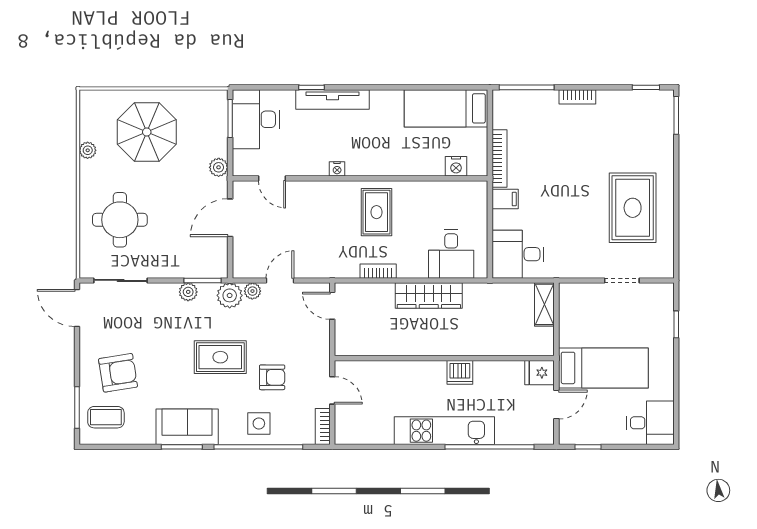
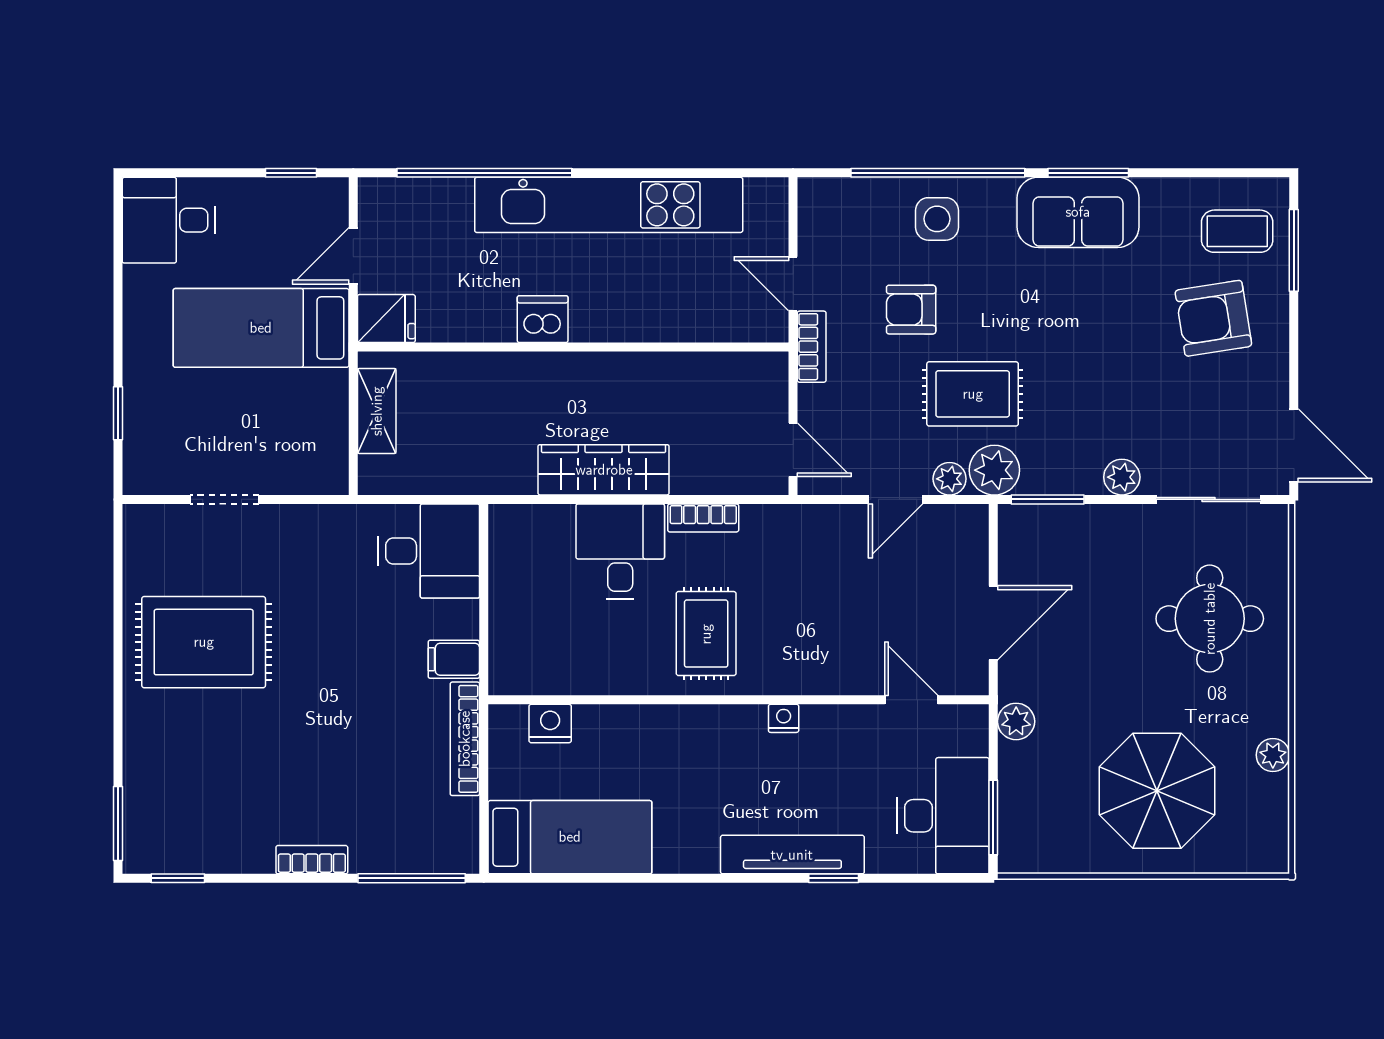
rug: (633, 208) -> (204, 642), turned 90
desk: (451, 254) -> (620, 551), moved
plant: (188, 292) -> (1122, 477), moved
shelving: (544, 304) -> (377, 411), moved
rug: (220, 357) -> (973, 394), moved
bookcase: (323, 427) -> (812, 347), moved
kitchen unit: (444, 431) -> (609, 205), width x1.36

